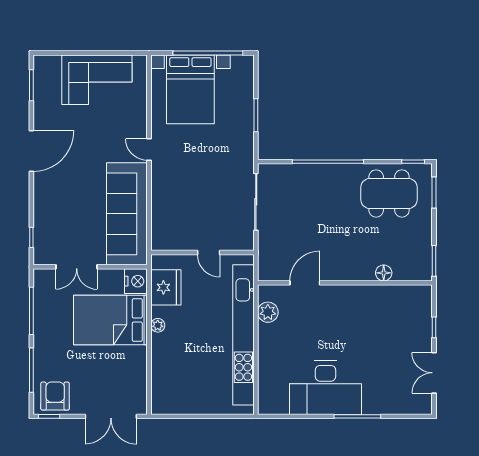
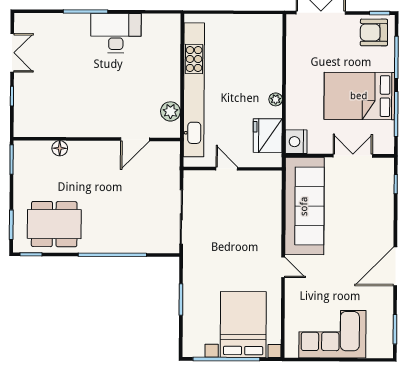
bed: (110, 320) -> (359, 96), moved, turned 180
desk: (325, 388) -> (116, 33), width x0.73, depth x0.77
armchair: (55, 396) -> (374, 32), turned 90

